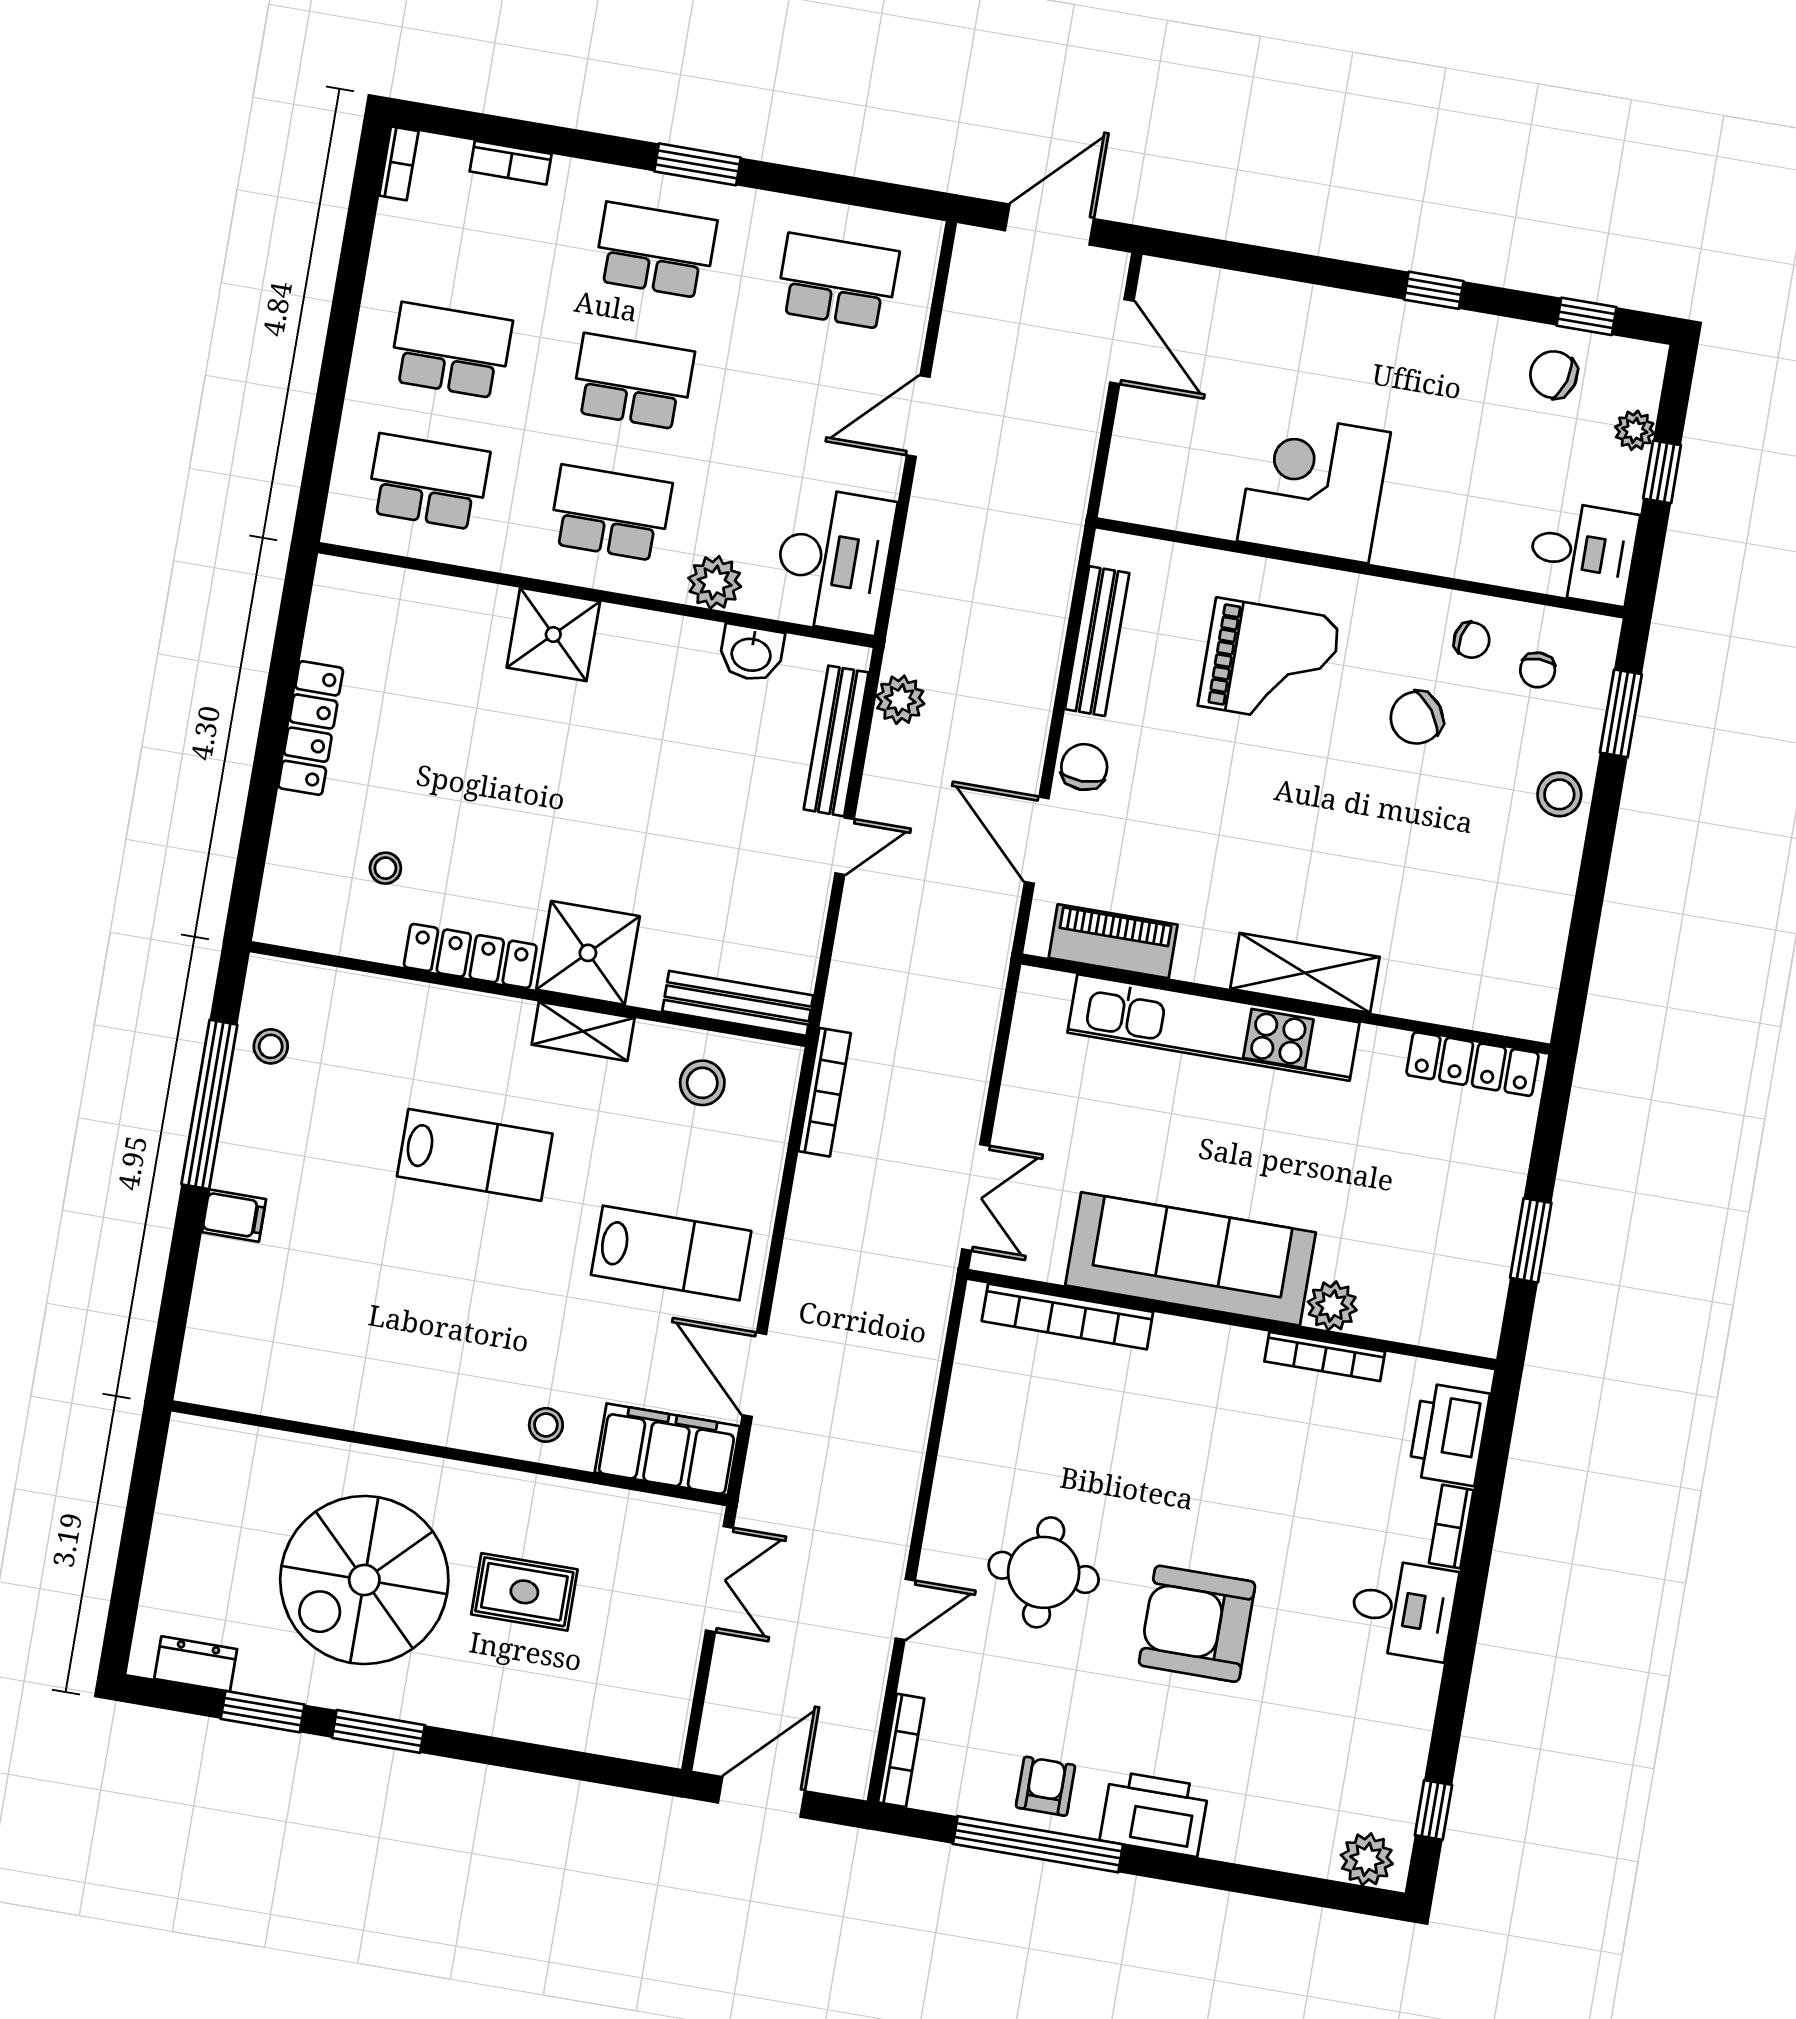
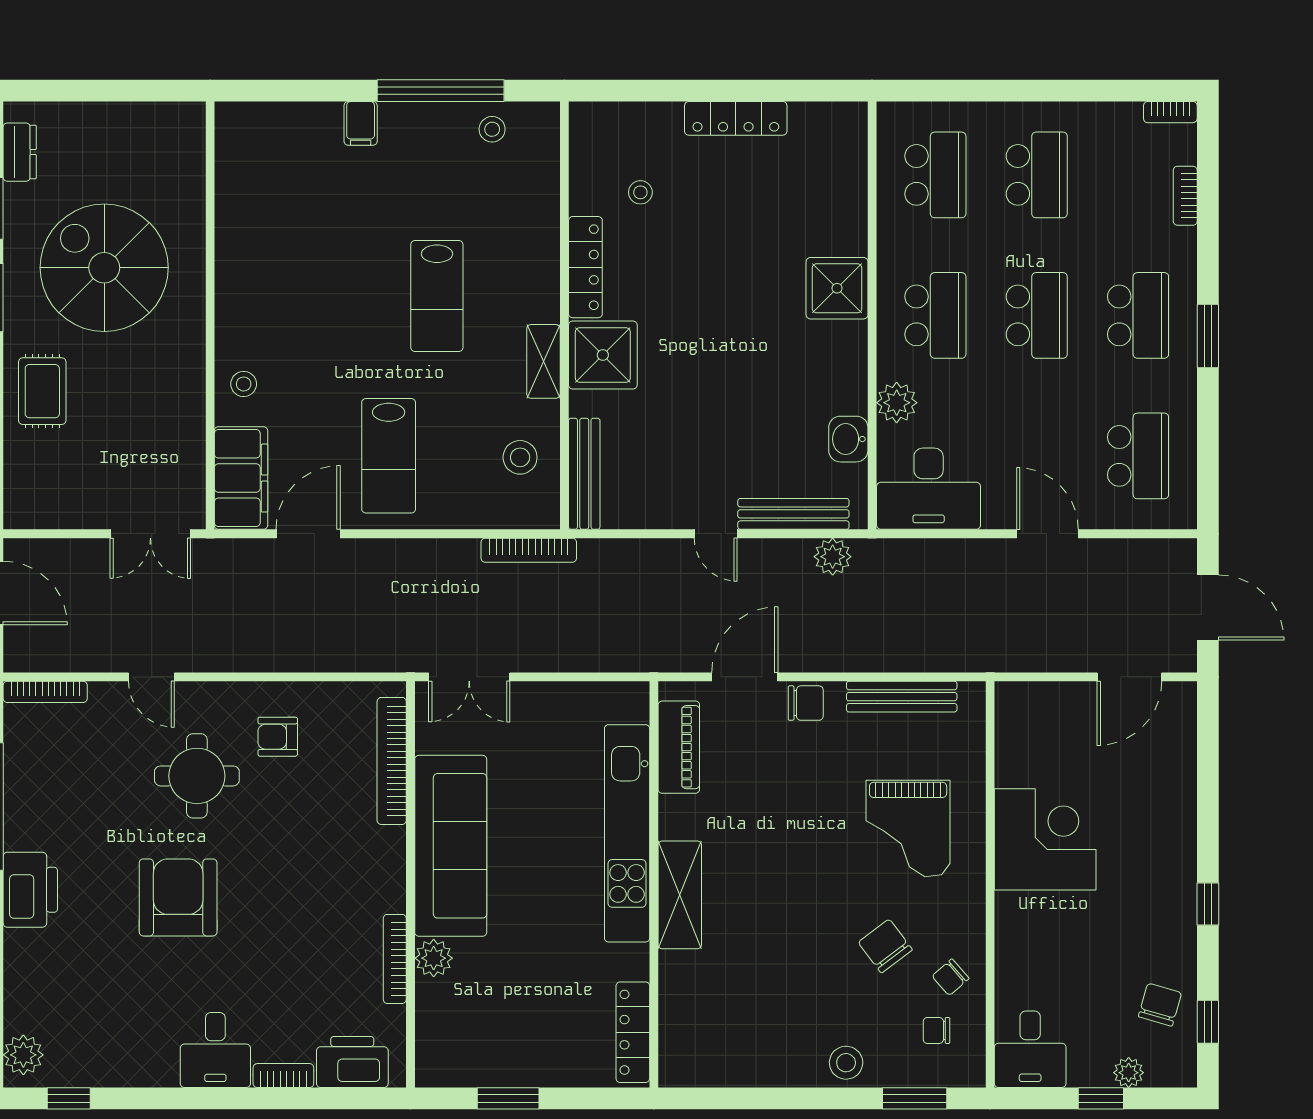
chair: (1472, 640) -> (951, 977), turned 37
rug: (524, 1592) -> (42, 391), moved
armchair: (1045, 1786) -> (278, 737), moved, turned 180

